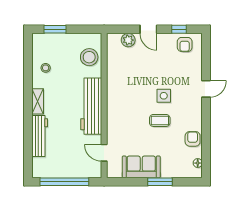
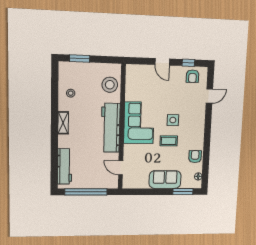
plant: (128, 40) -> (144, 71), removed
door: (206, 89) -> (209, 96), moved
corner sofa: (124, 100) -> (139, 123), added
workbench: (40, 136) -> (65, 166), moved
sofa: (141, 167) -> (165, 180), moved
window: (160, 182) -> (183, 192), moved

